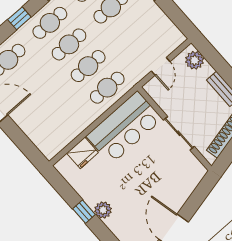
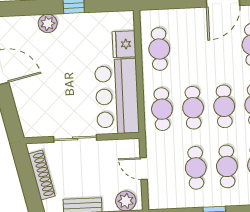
cafe table: (130, 29) -> (196, 168), added
cafe table: (65, 125) -> (159, 49), added
plant: (103, 210) -> (48, 23), moved

